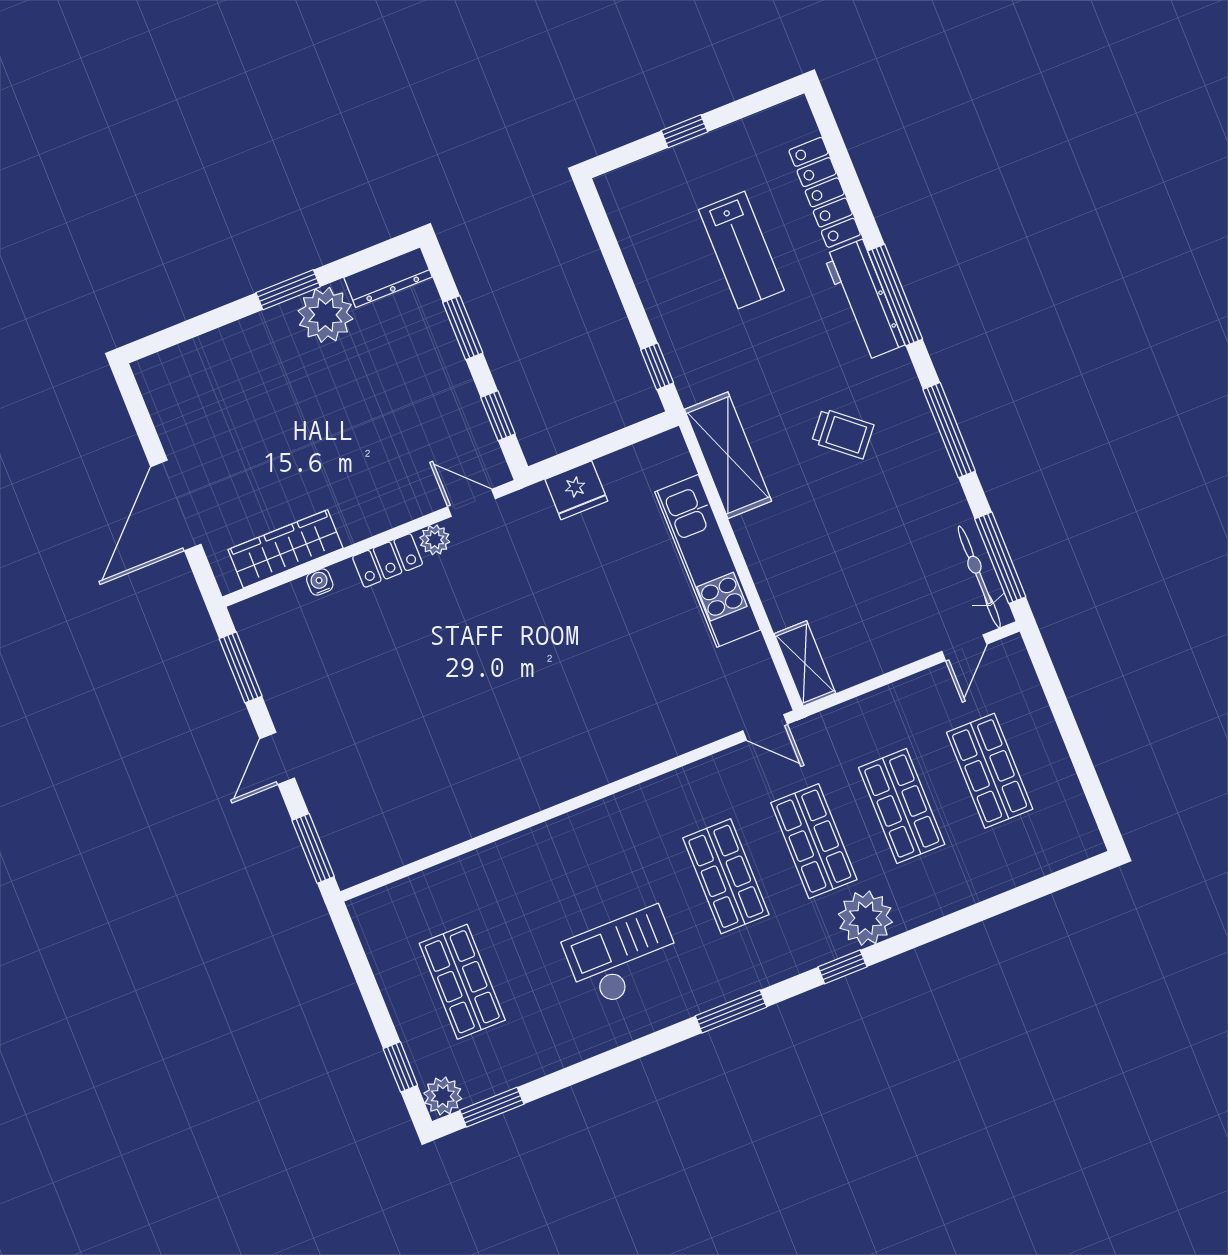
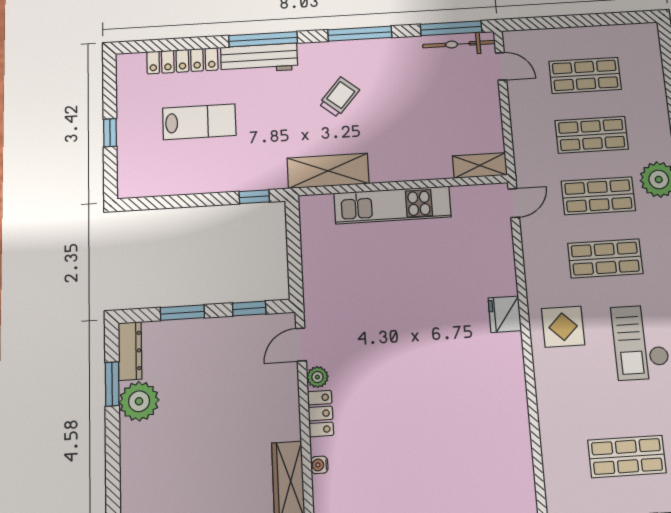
window: (288, 290) -> (112, 384), moved
fridge: (576, 490) -> (505, 314), moved, turned 180
display table: (611, 847) -> (563, 327), added

